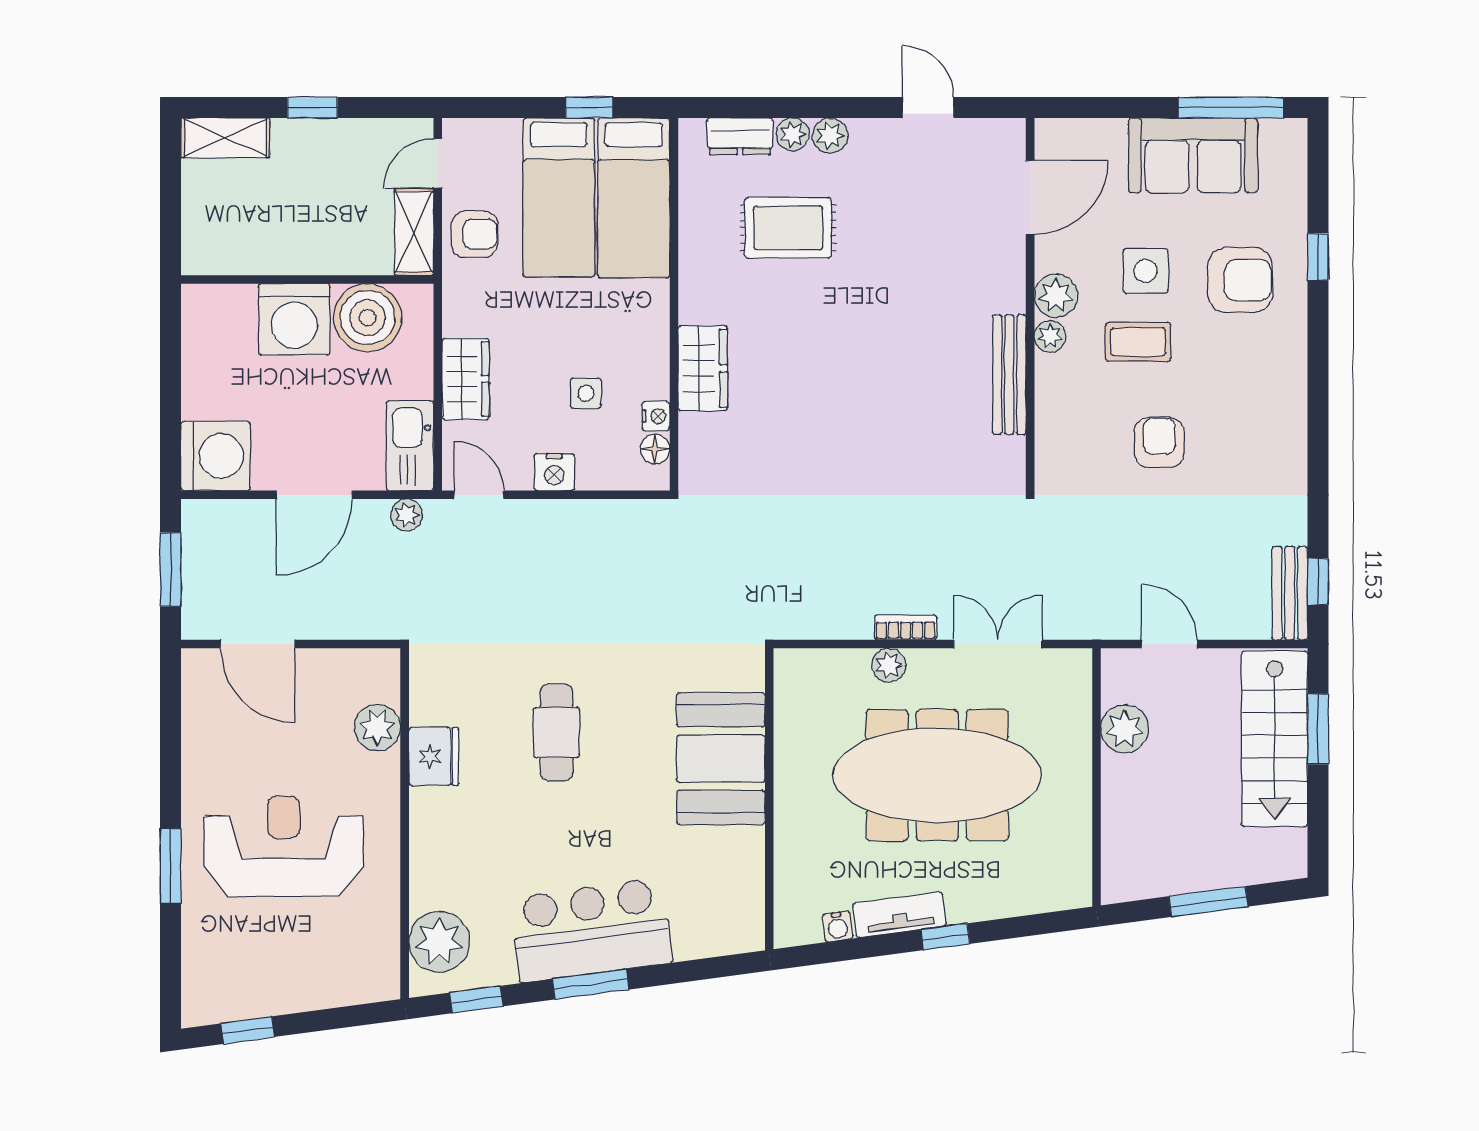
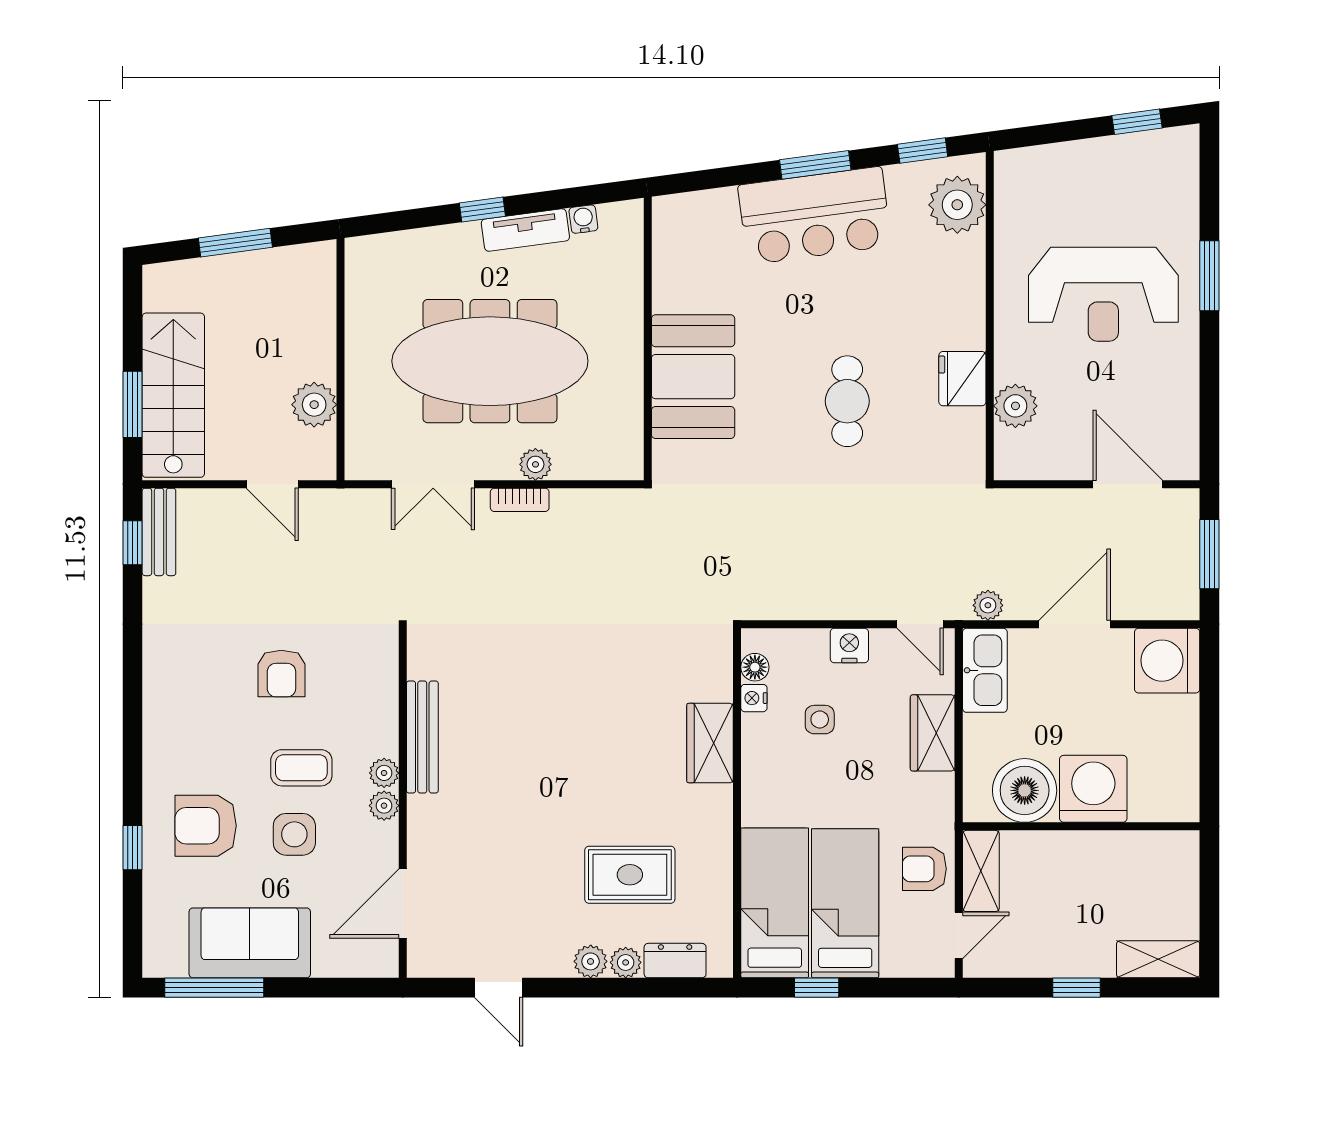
plant: (1056, 296) -> (384, 806), width x0.73, depth x0.73

